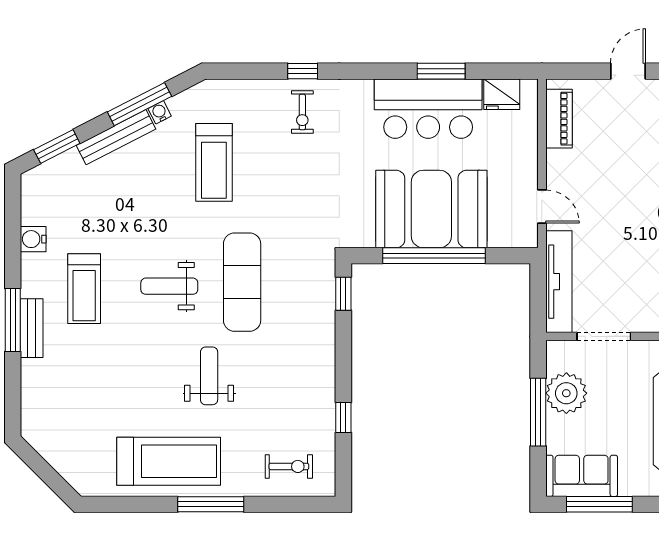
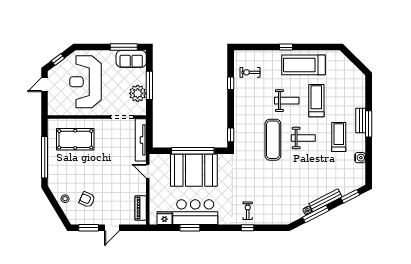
treadmill: (214, 162) -> (316, 101), moved
weight bench: (209, 376) -> (287, 101), turned -90
exercise bike: (289, 466) -> (250, 72), moved
window: (211, 504) -> (286, 47), width x0.46

